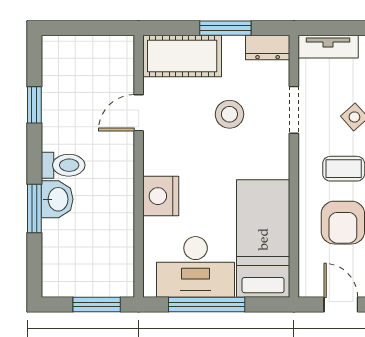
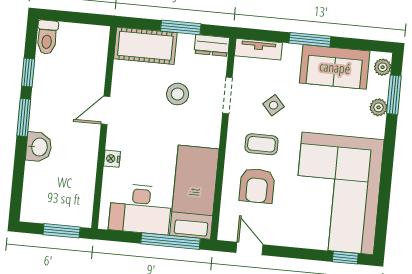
door: (139, 113) -> (106, 110), moved
toilet: (63, 165) -> (47, 37), moved, turned 90
nightstand: (161, 196) -> (112, 159), width x0.53, depth x0.56
window: (34, 209) -> (24, 117), moved
window: (207, 305) -> (171, 241), moved

